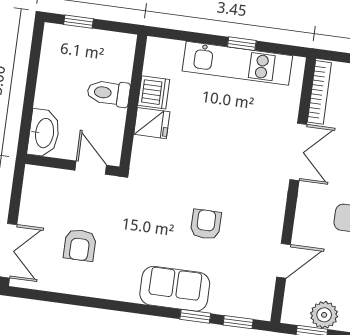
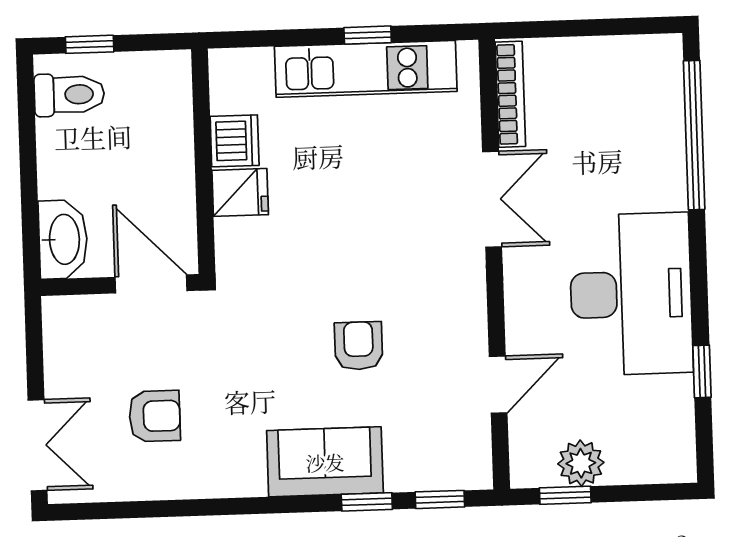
toilet: (109, 93) -> (69, 95), moved, turned 180
door: (91, 168) -> (151, 284), width x1.37
armchair: (80, 245) -> (155, 416), turned -90

